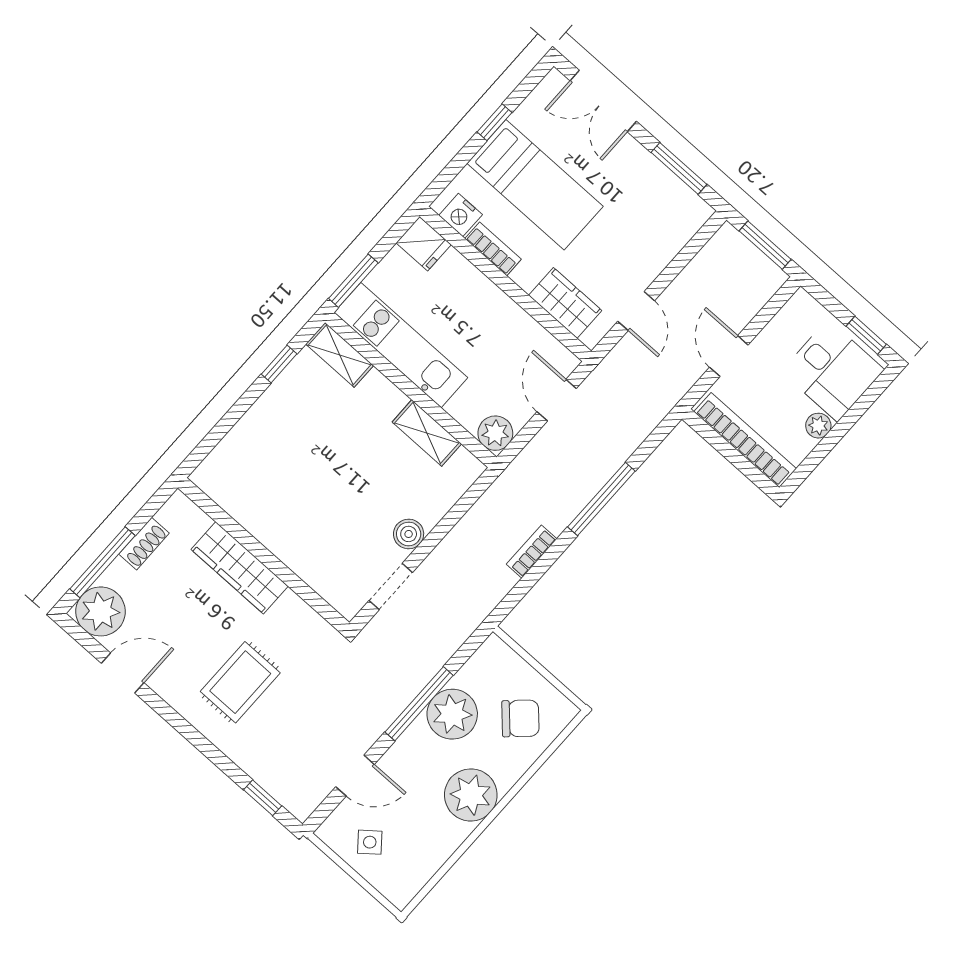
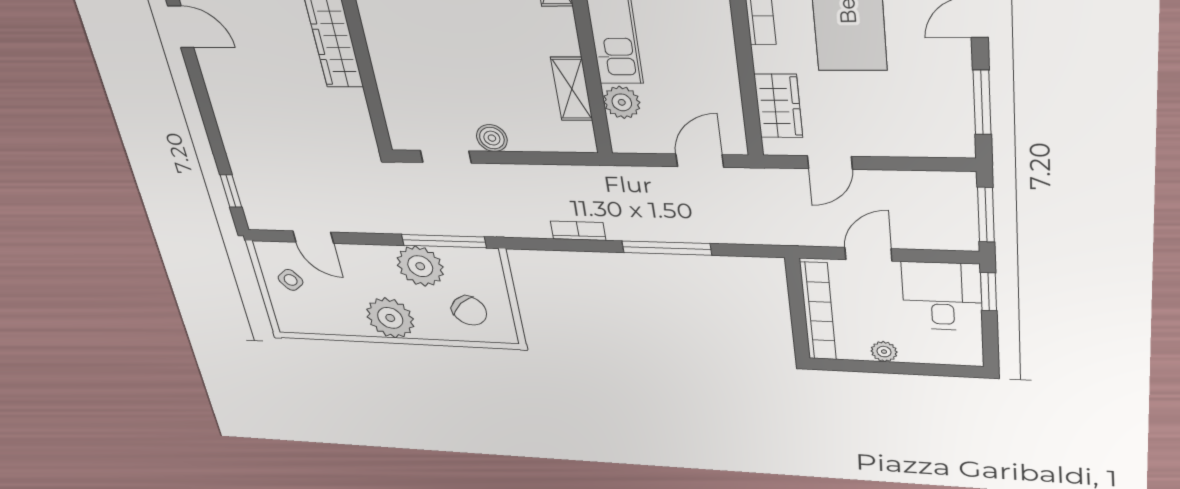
window: (866, 335) -> (989, 292), moved
desk: (833, 371) -> (942, 296), moved, turned 180
plant: (495, 433) -> (622, 102), moved
rug: (240, 682) -> (272, 112), removed
window: (419, 704) -> (444, 241), moved

